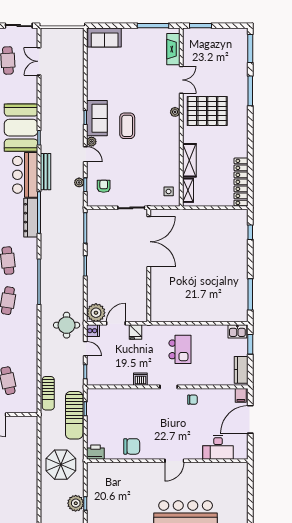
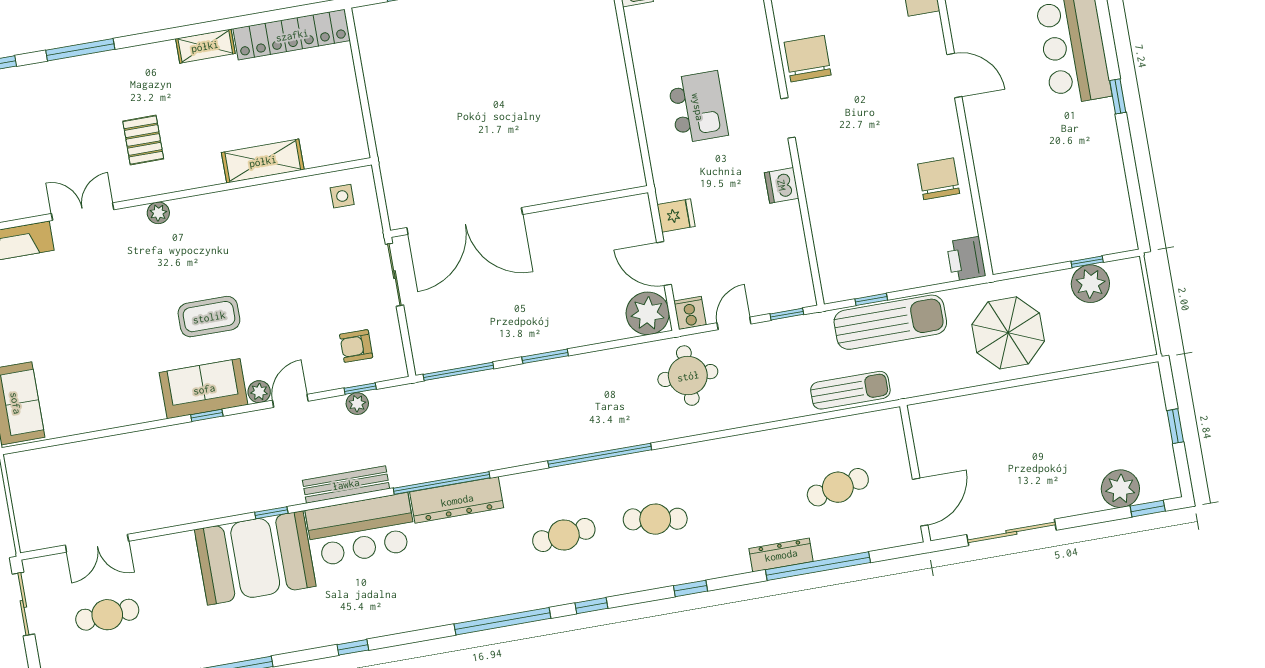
pallet: (207, 111) -> (143, 140), width x0.49, depth x0.50
shelving: (188, 190) -> (205, 46), moved
double door: (149, 242) -> (465, 221), swing flipped
kitchen island: (180, 349) -> (698, 107), turned 90
chair: (192, 400) -> (808, 59), width x1.87, depth x1.87

